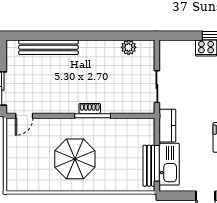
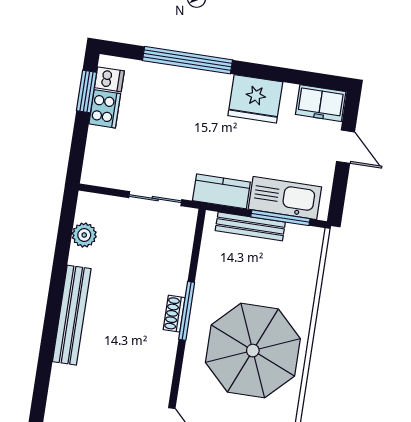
bench: (48, 47) -> (72, 315), moved
parasol: (75, 159) -> (253, 351), width x1.36, depth x1.36
bench: (149, 166) -> (250, 226), moved

